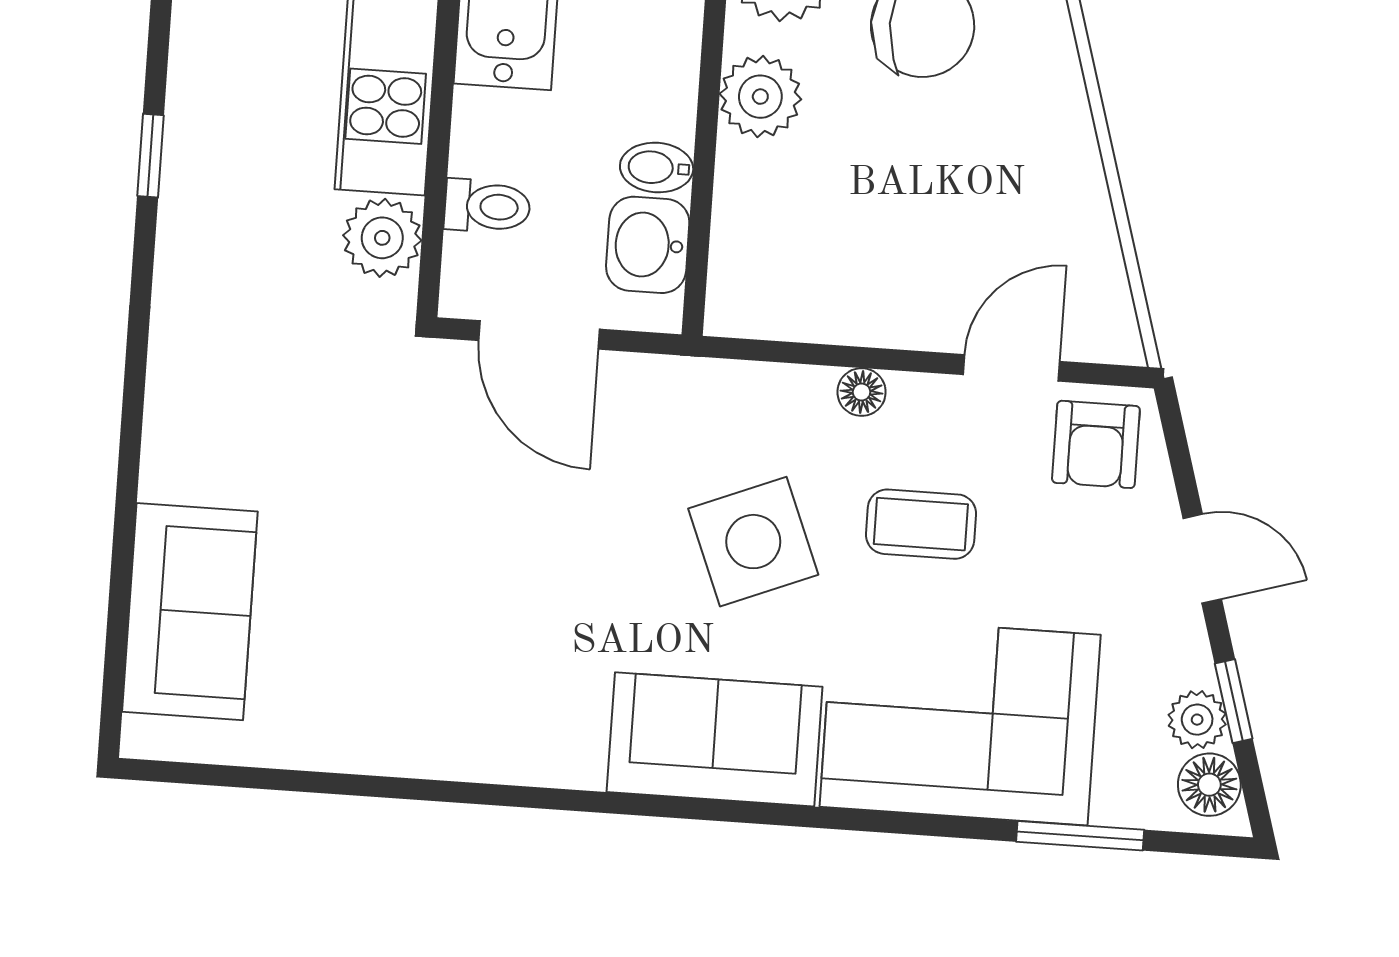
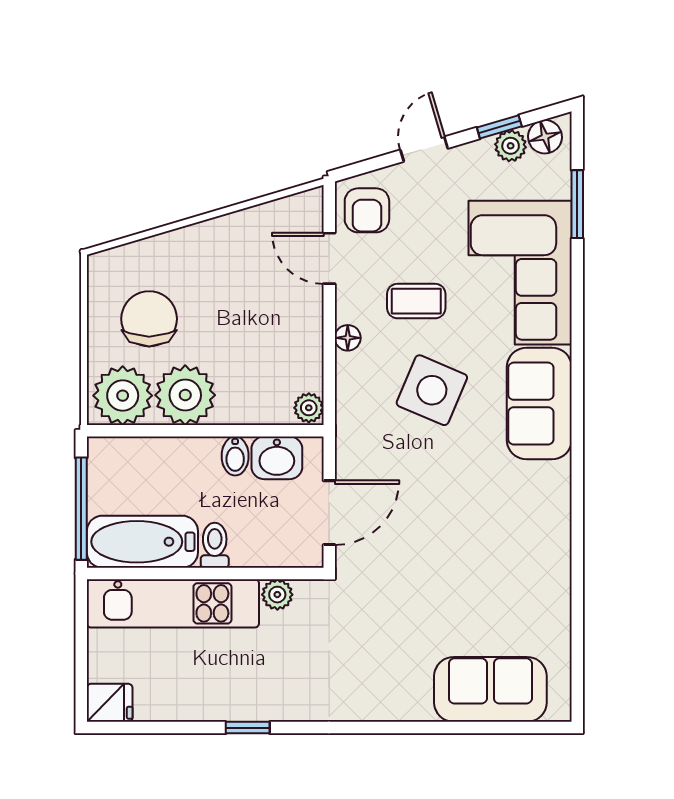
plant: (760, 97) -> (185, 395), width x1.36, depth x1.36
toilet: (487, 206) -> (215, 545), moved
plant: (382, 238) -> (277, 595), width x0.73, depth x0.73
plant: (737, 311) -> (309, 408), added
armchair: (1096, 444) -> (367, 210), turned 90
coffee table: (921, 524) -> (416, 301), turned 90
side table: (753, 542) -> (432, 390), turned 45

